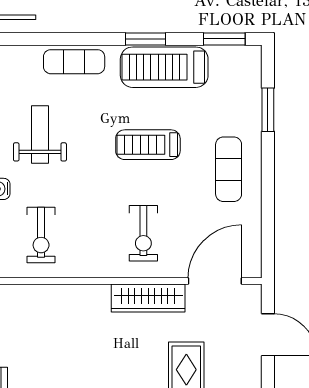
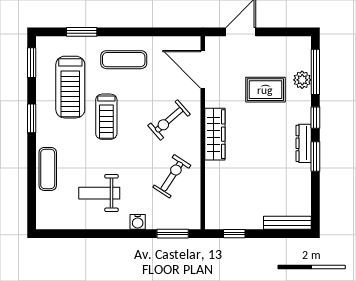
treadmill: (164, 67) -> (70, 87), moved
exercise bike: (143, 233) -> (169, 120), turned 139
exercise bike: (41, 235) -> (172, 176), moved, turned -57
wardrobe: (148, 298) -> (215, 134), moved

